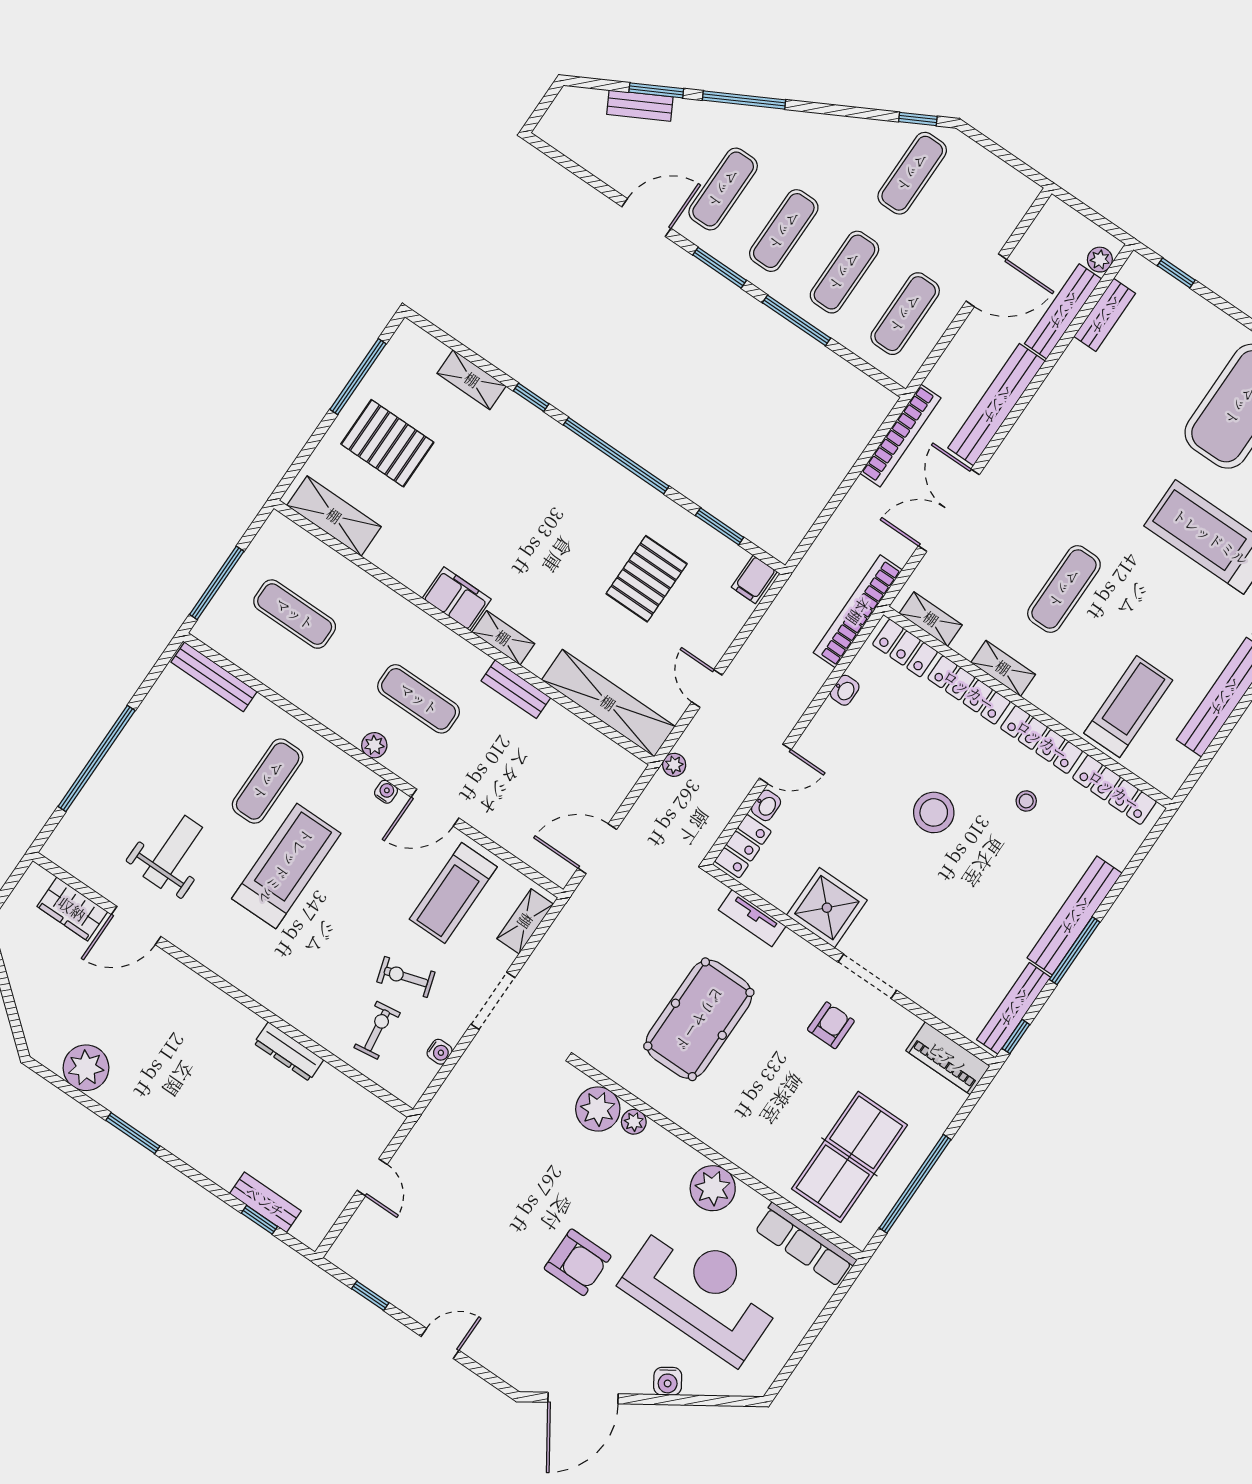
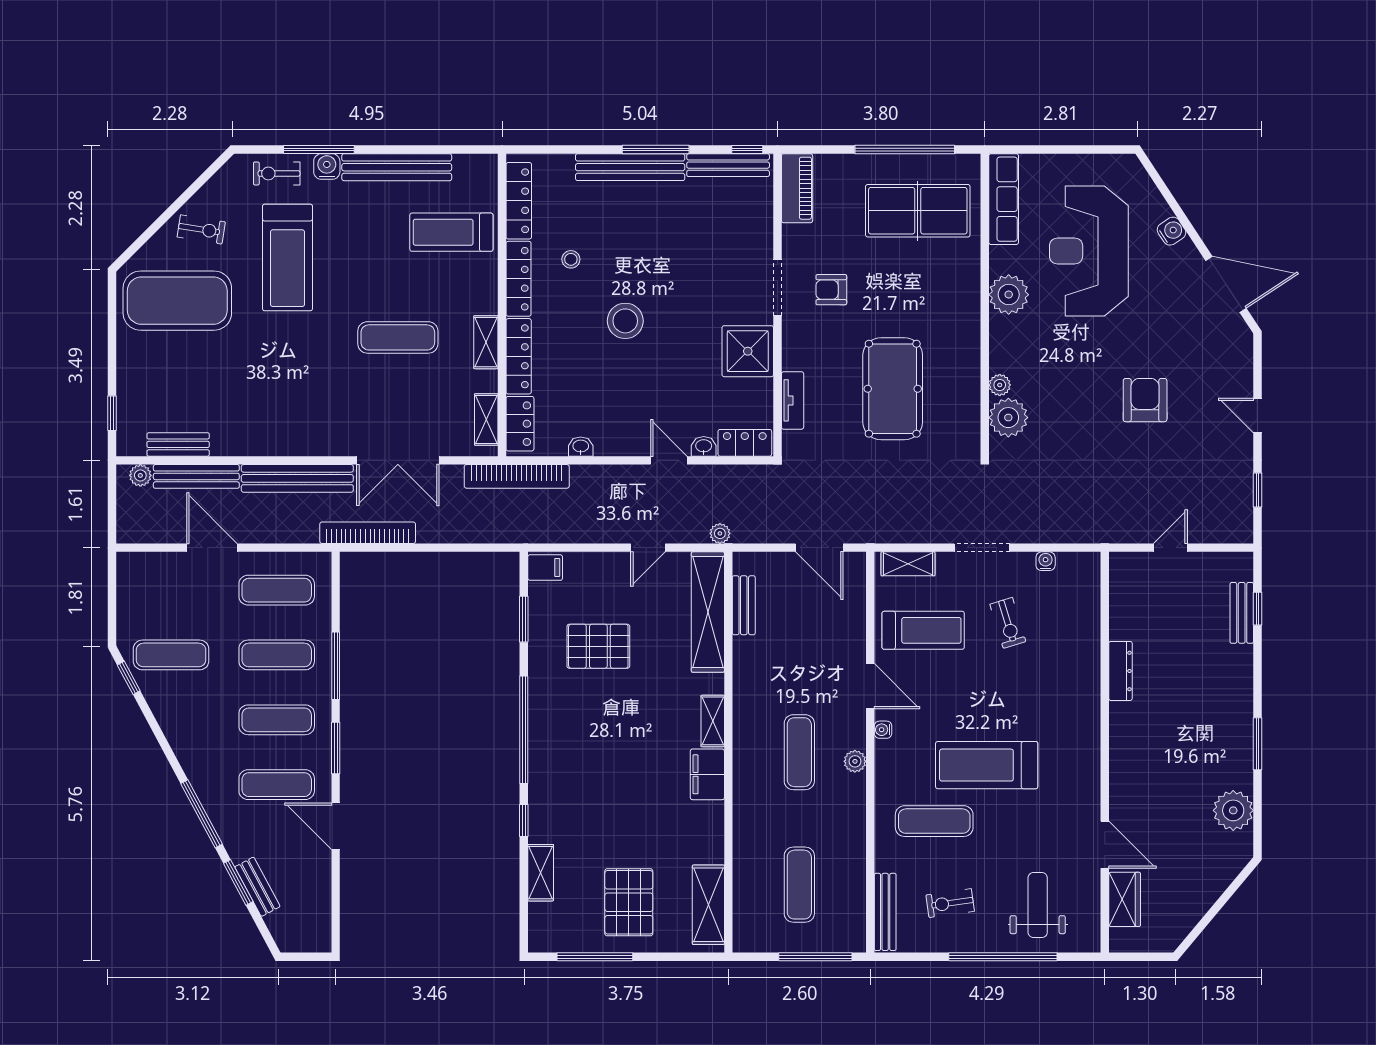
bench: (516, 689) -> (744, 605), moved
weight bench: (173, 852) -> (1038, 905), moved, turned 90
pool table: (699, 1019) -> (893, 389), turned 90
exercise bike: (377, 1030) -> (950, 903), moved
armchair: (578, 1262) -> (1145, 400), moved

